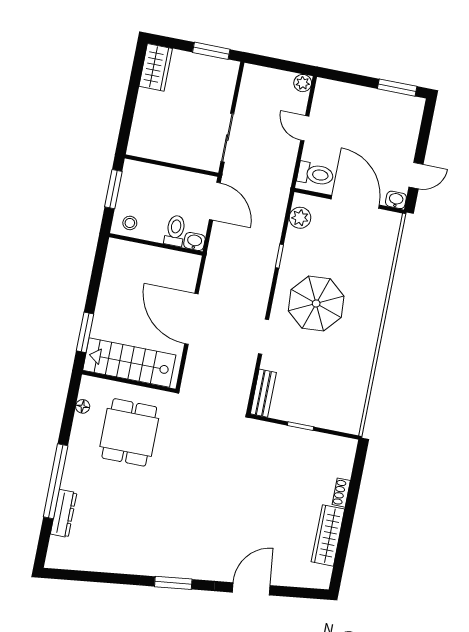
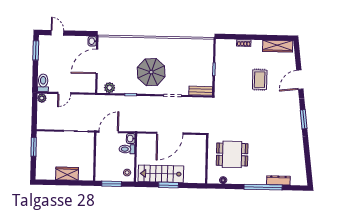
wardrobe: (156, 67) -> (67, 174), moved
toilet: (315, 174) -> (43, 83), moved
door: (416, 176) -> (57, 33), moved
window: (85, 332) -> (169, 185), moved
stairs: (129, 363) -> (161, 174), moved, turned 90
rug: (265, 511) -> (260, 80), added
wardrobe: (328, 535) -> (278, 46), moved
door: (251, 589) -> (300, 80), hinge flipped

